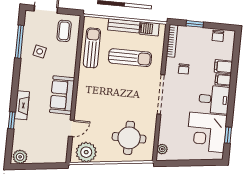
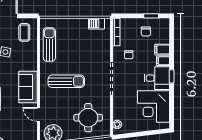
window: (195, 24) -> (151, 16), moved
bench: (124, 26) -> (74, 23), removed
chair: (218, 36) -> (146, 31), moved
sun lounger: (130, 58) -> (66, 81), moved
door: (71, 128) -> (39, 114), swing flipped
window: (228, 135) -> (172, 76), moved

